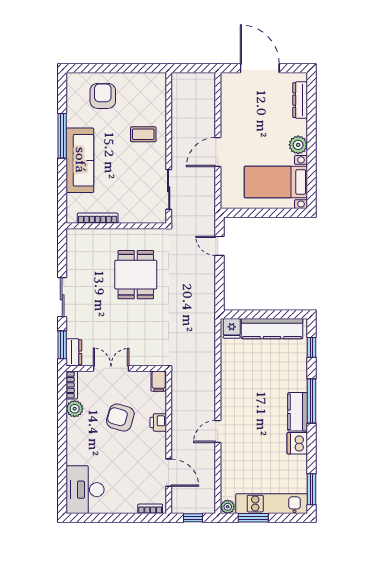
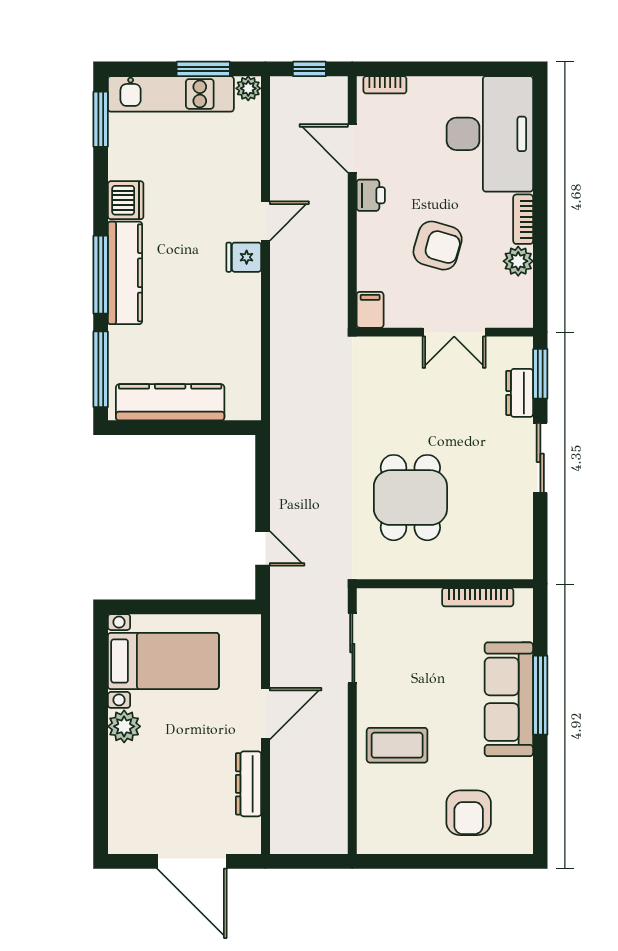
dresser: (300, 100) -> (249, 784), moved, turned 180
coffee table: (143, 134) -> (397, 745), width x1.36, depth x1.30
window: (62, 136) -> (540, 695), moved
fridge: (232, 328) -> (244, 257), moved, turned -90
window: (311, 347) -> (101, 369), width x2.17
dresser: (74, 352) -> (520, 393), moved
bookcase: (72, 385) -> (523, 219), moved
kitchen counter: (298, 412) -> (125, 273), width x1.50
printer: (158, 422) -> (371, 195), moved
desk: (85, 490) -> (490, 134), width x1.36, depth x1.30

